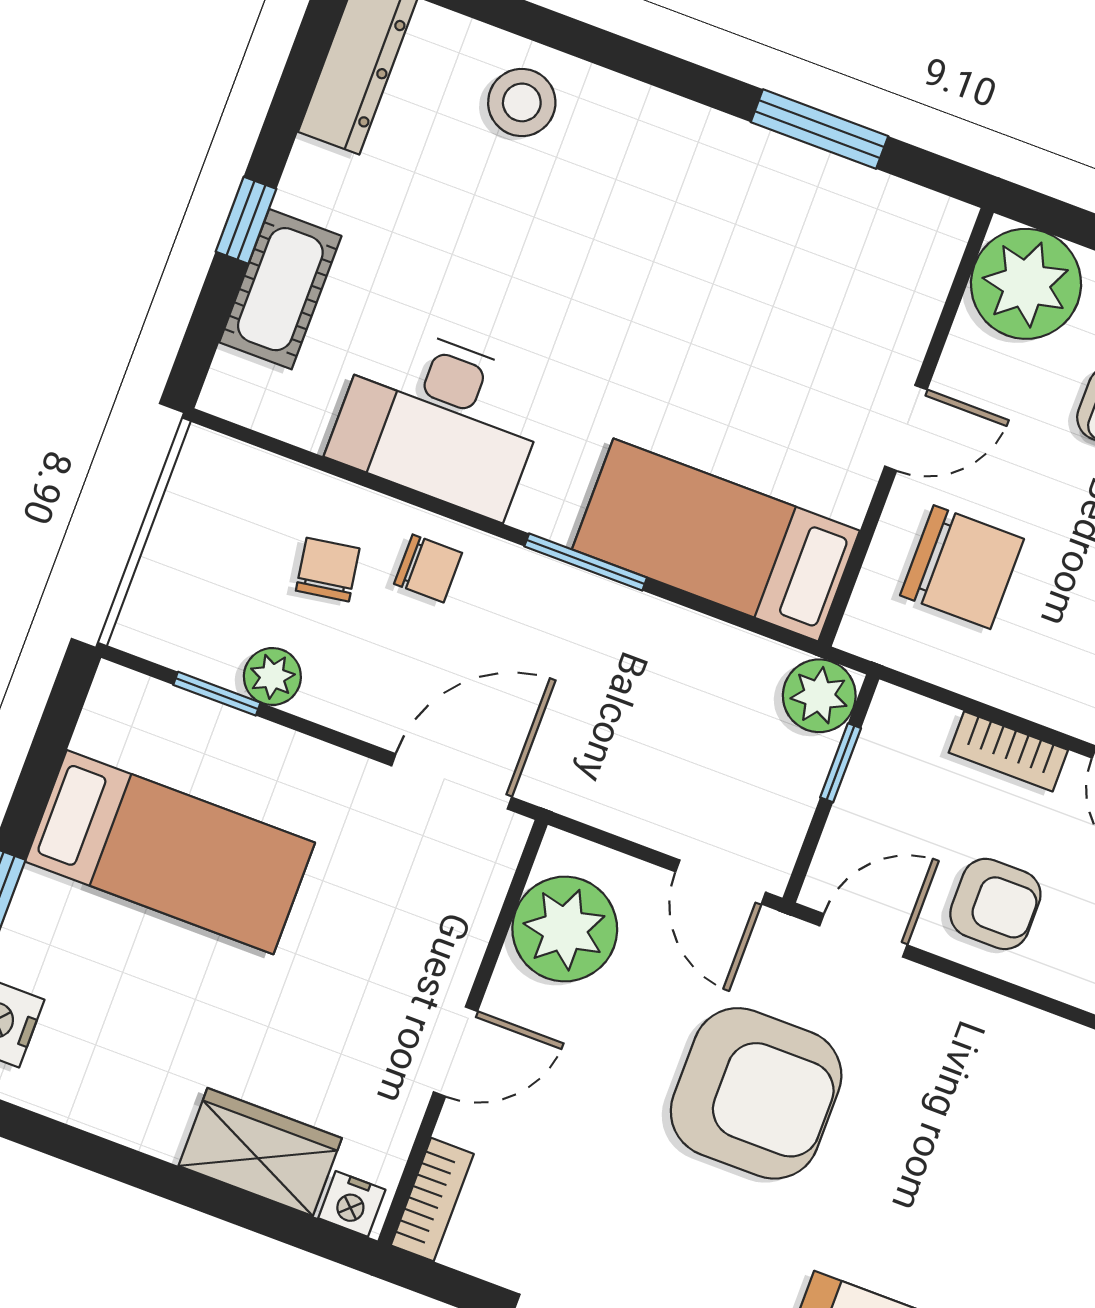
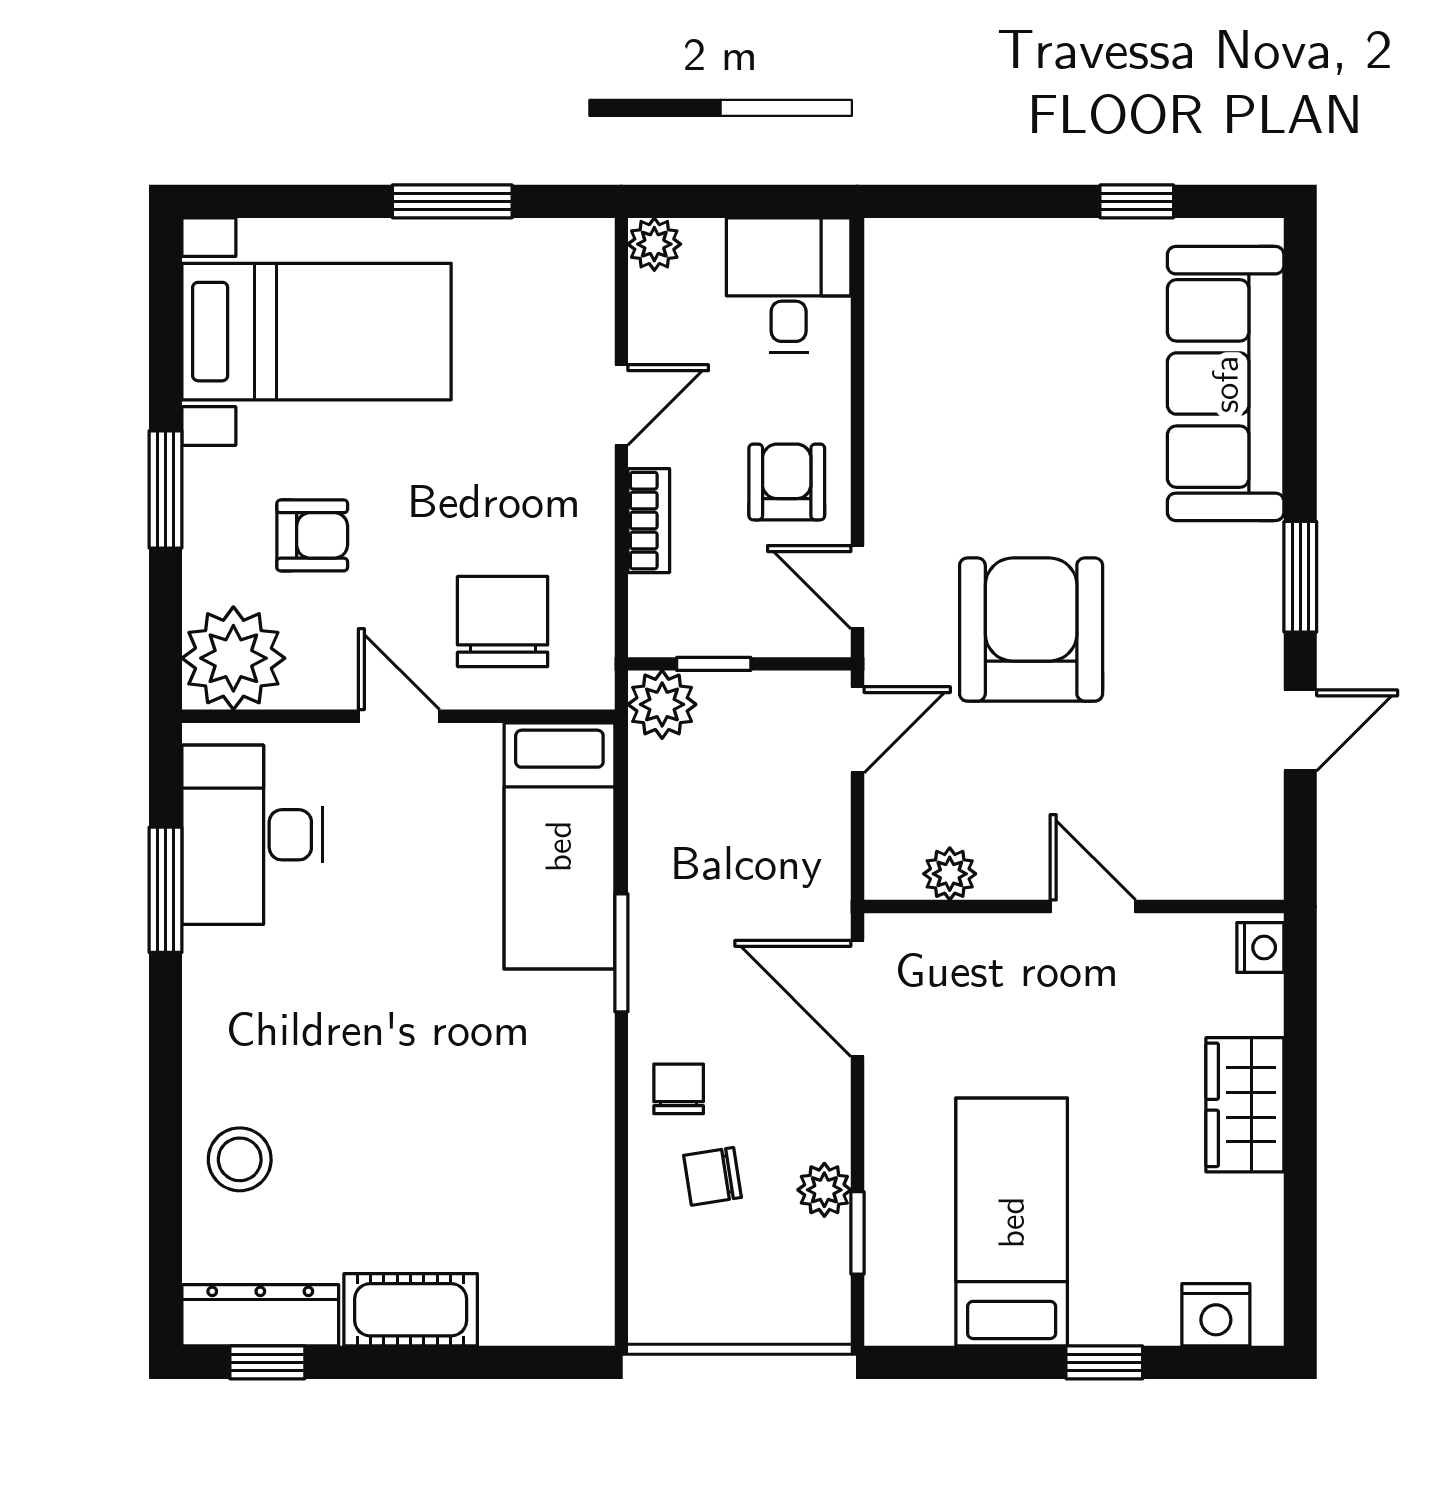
window: (246, 220) -> (267, 1362), moved
cot: (280, 289) -> (411, 1310), moved
desk: (440, 420) -> (252, 835), moved, turned 180
plant: (565, 929) -> (950, 874), width x0.53, depth x0.53
wardrobe: (260, 1152) -> (1245, 1105), moved
bookcase: (432, 1200) -> (1230, 878), removed

